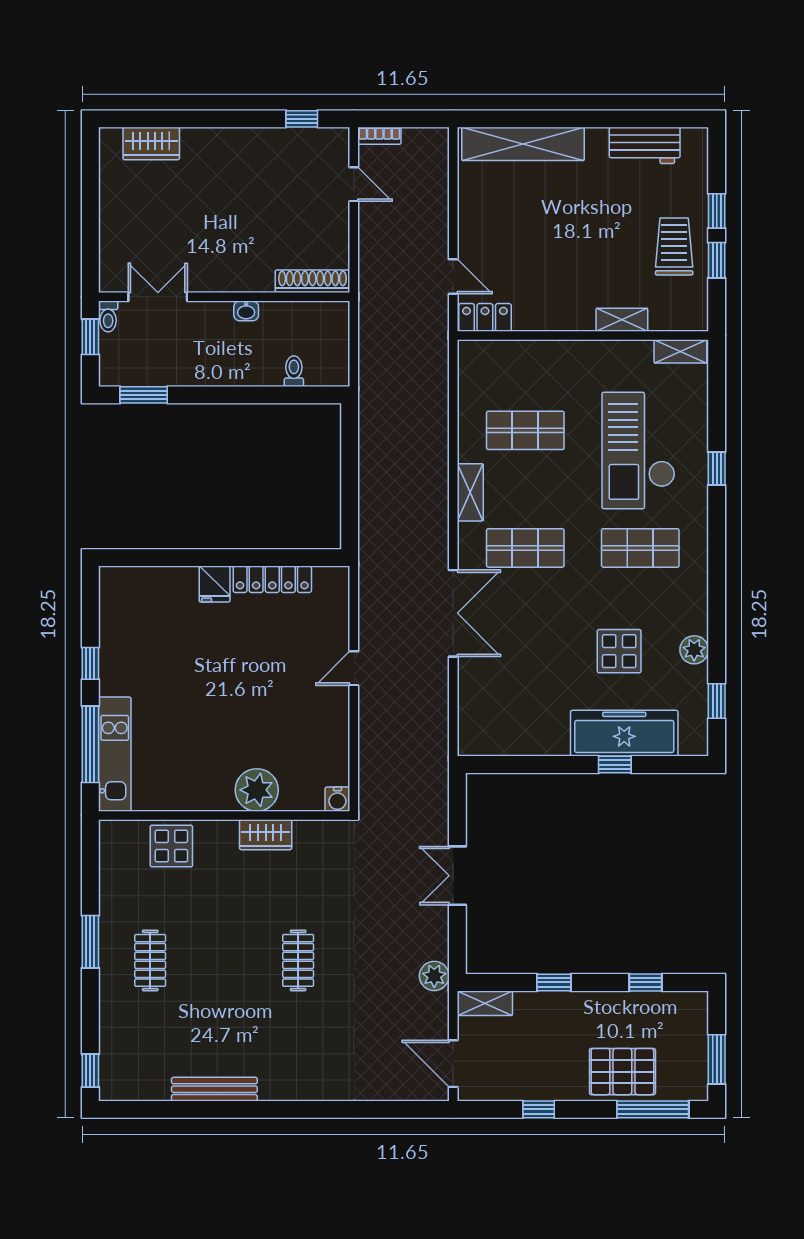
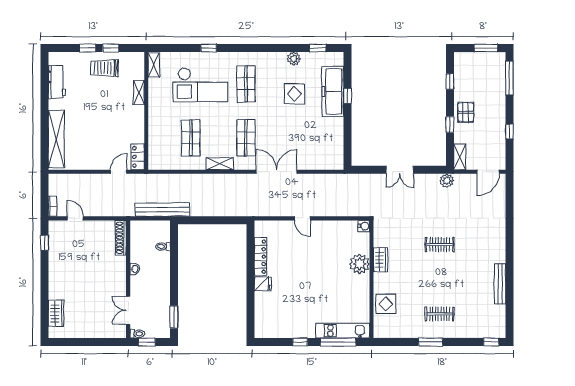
door: (354, 184) -> (75, 218), hinge flipped
bench: (372, 370) -> (162, 210), added
pallet: (622, 1072) -> (466, 112), moved, width x0.67, depth x0.71

